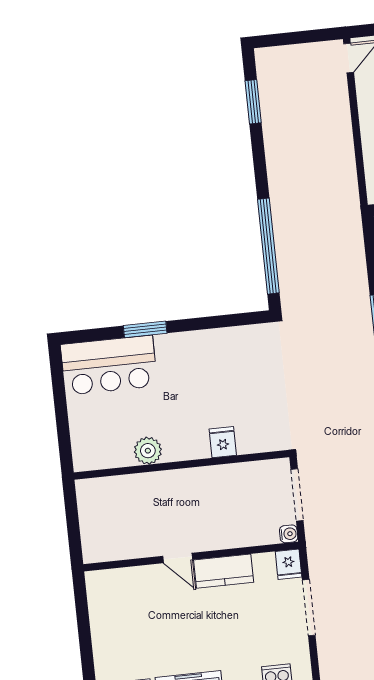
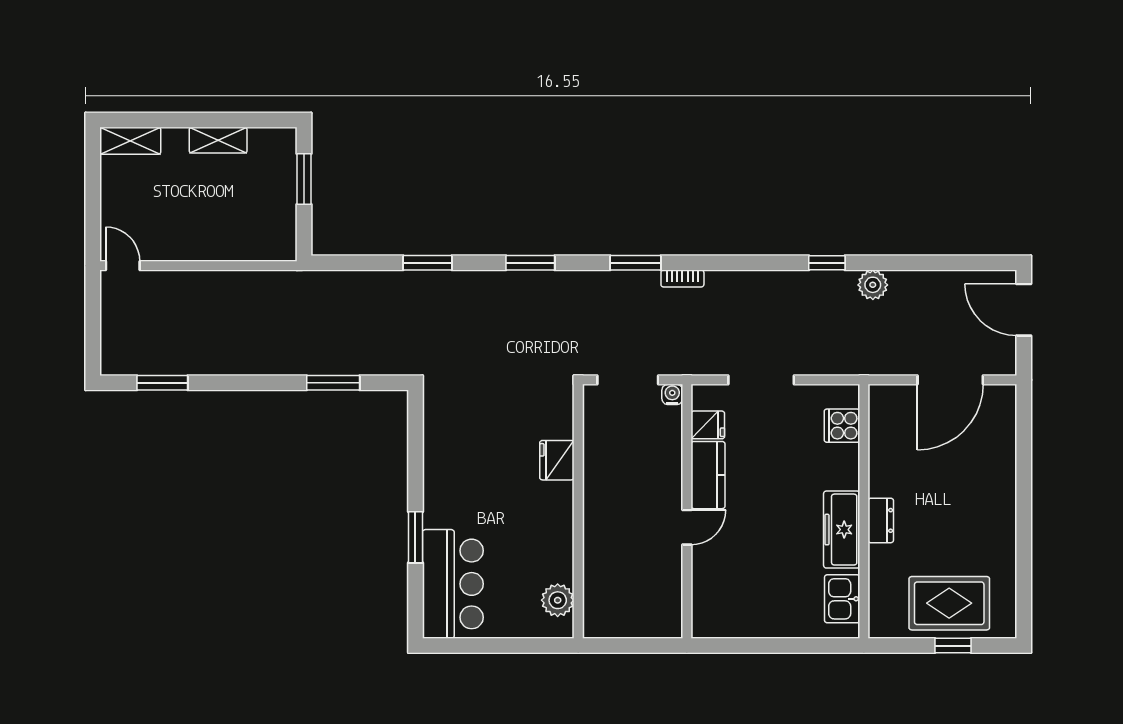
window: (268, 246) -> (333, 383), width x0.47
fridge: (223, 442) -> (557, 460), width x1.38
plant: (148, 451) -> (558, 600), moved
fridge: (289, 564) -> (708, 425), moved

